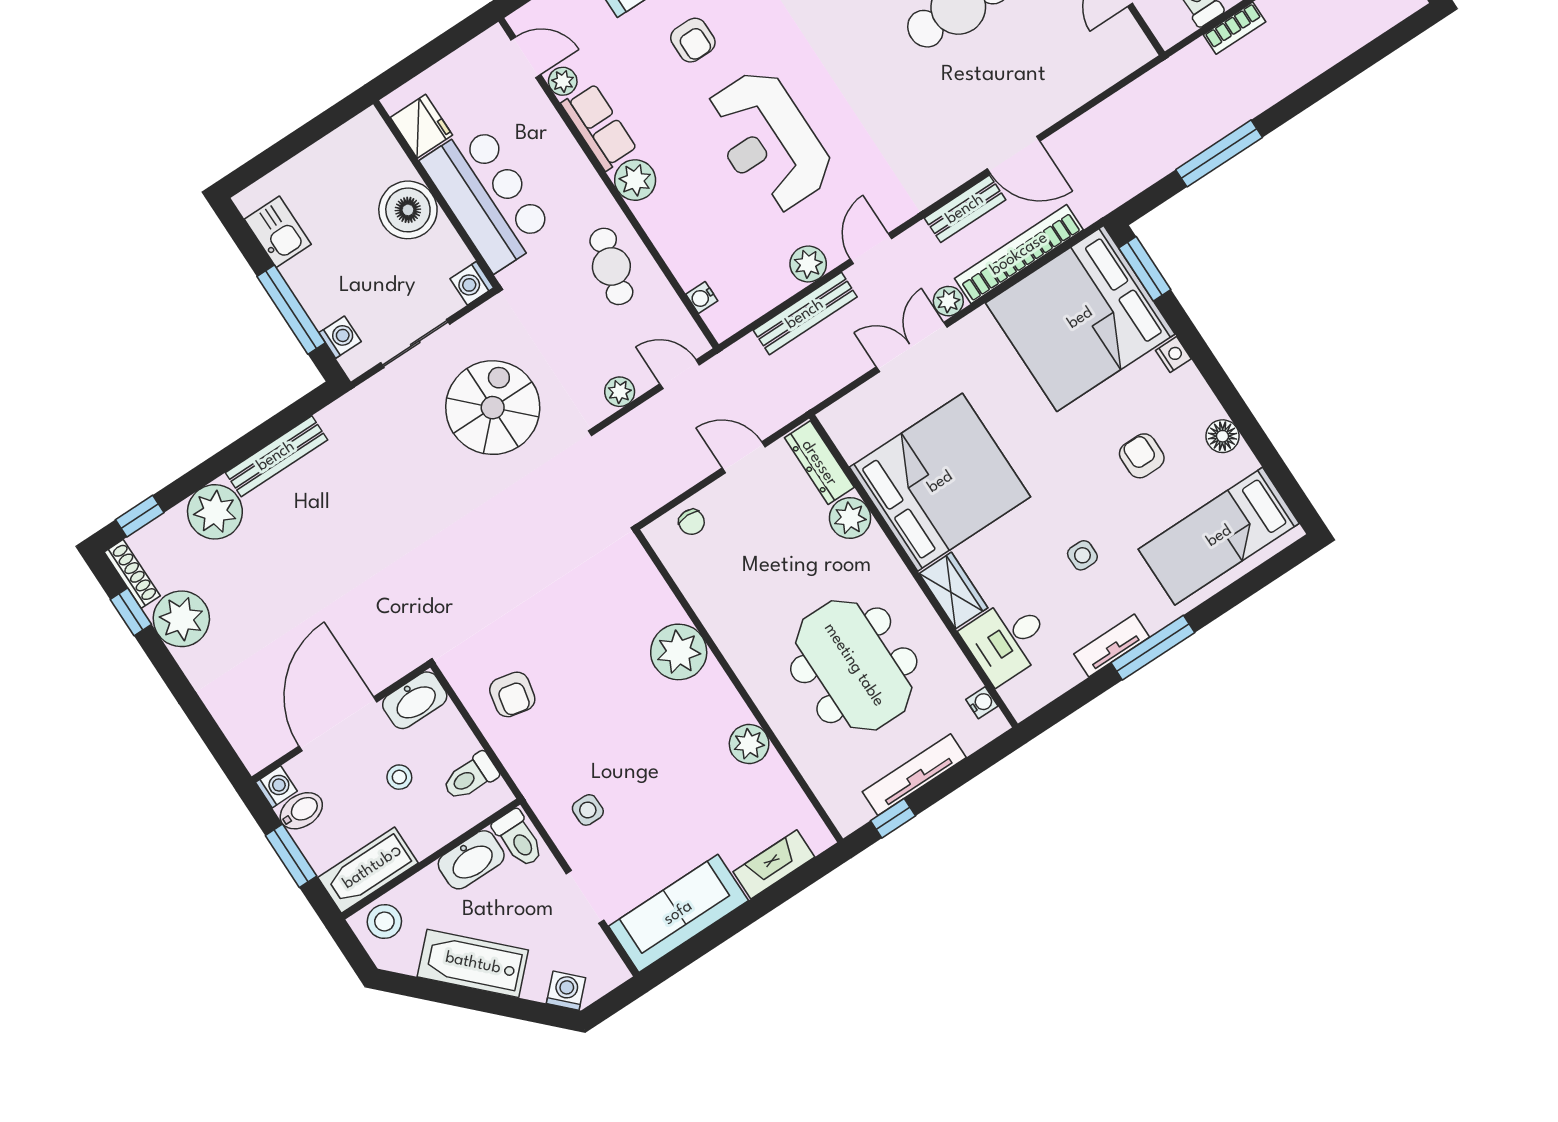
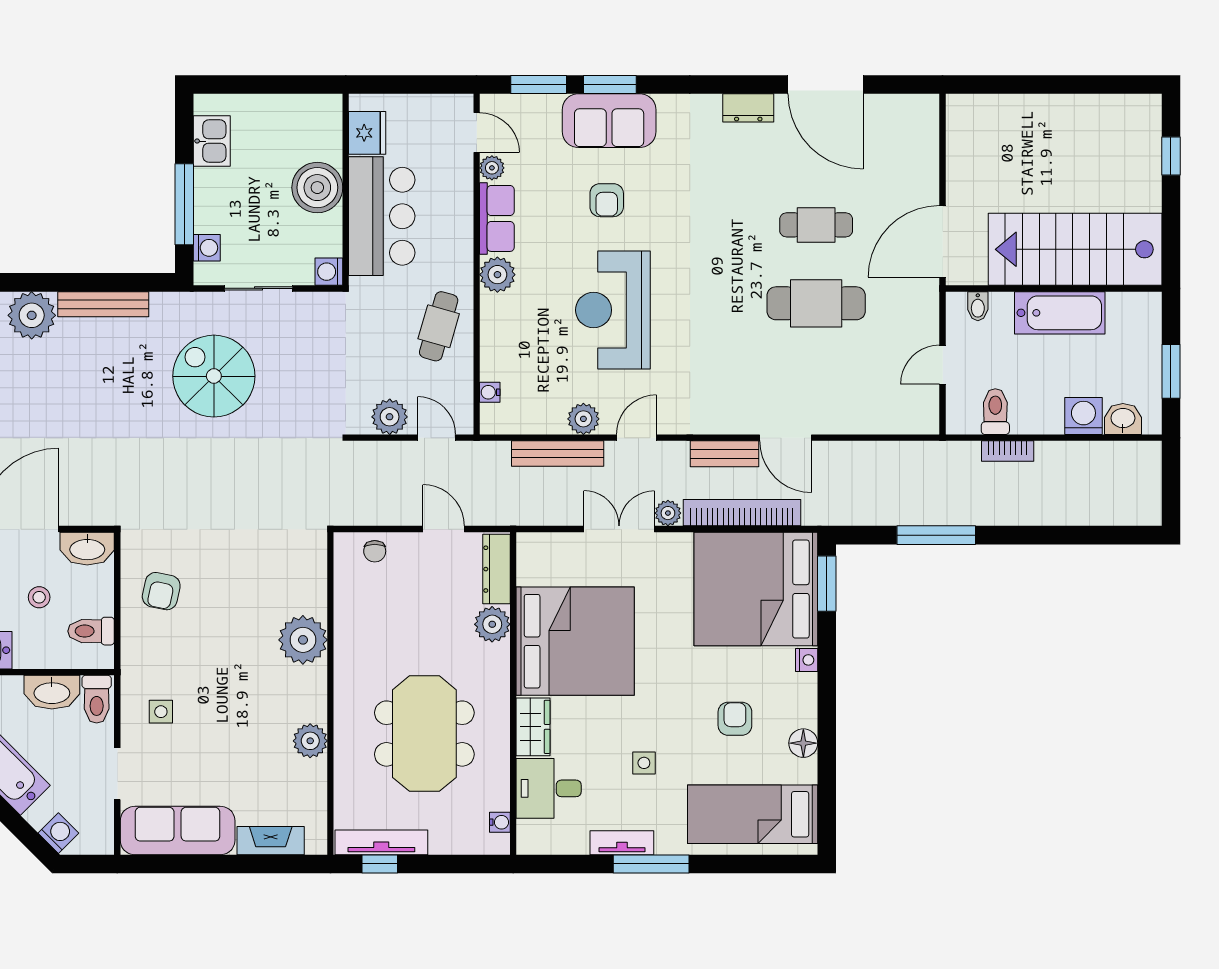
plant: (620, 392) -> (390, 417), width x1.38, depth x1.38
spiral stairs: (493, 408) -> (214, 376), moved, turned -90
tv unit: (914, 775) -> (381, 842), moved

